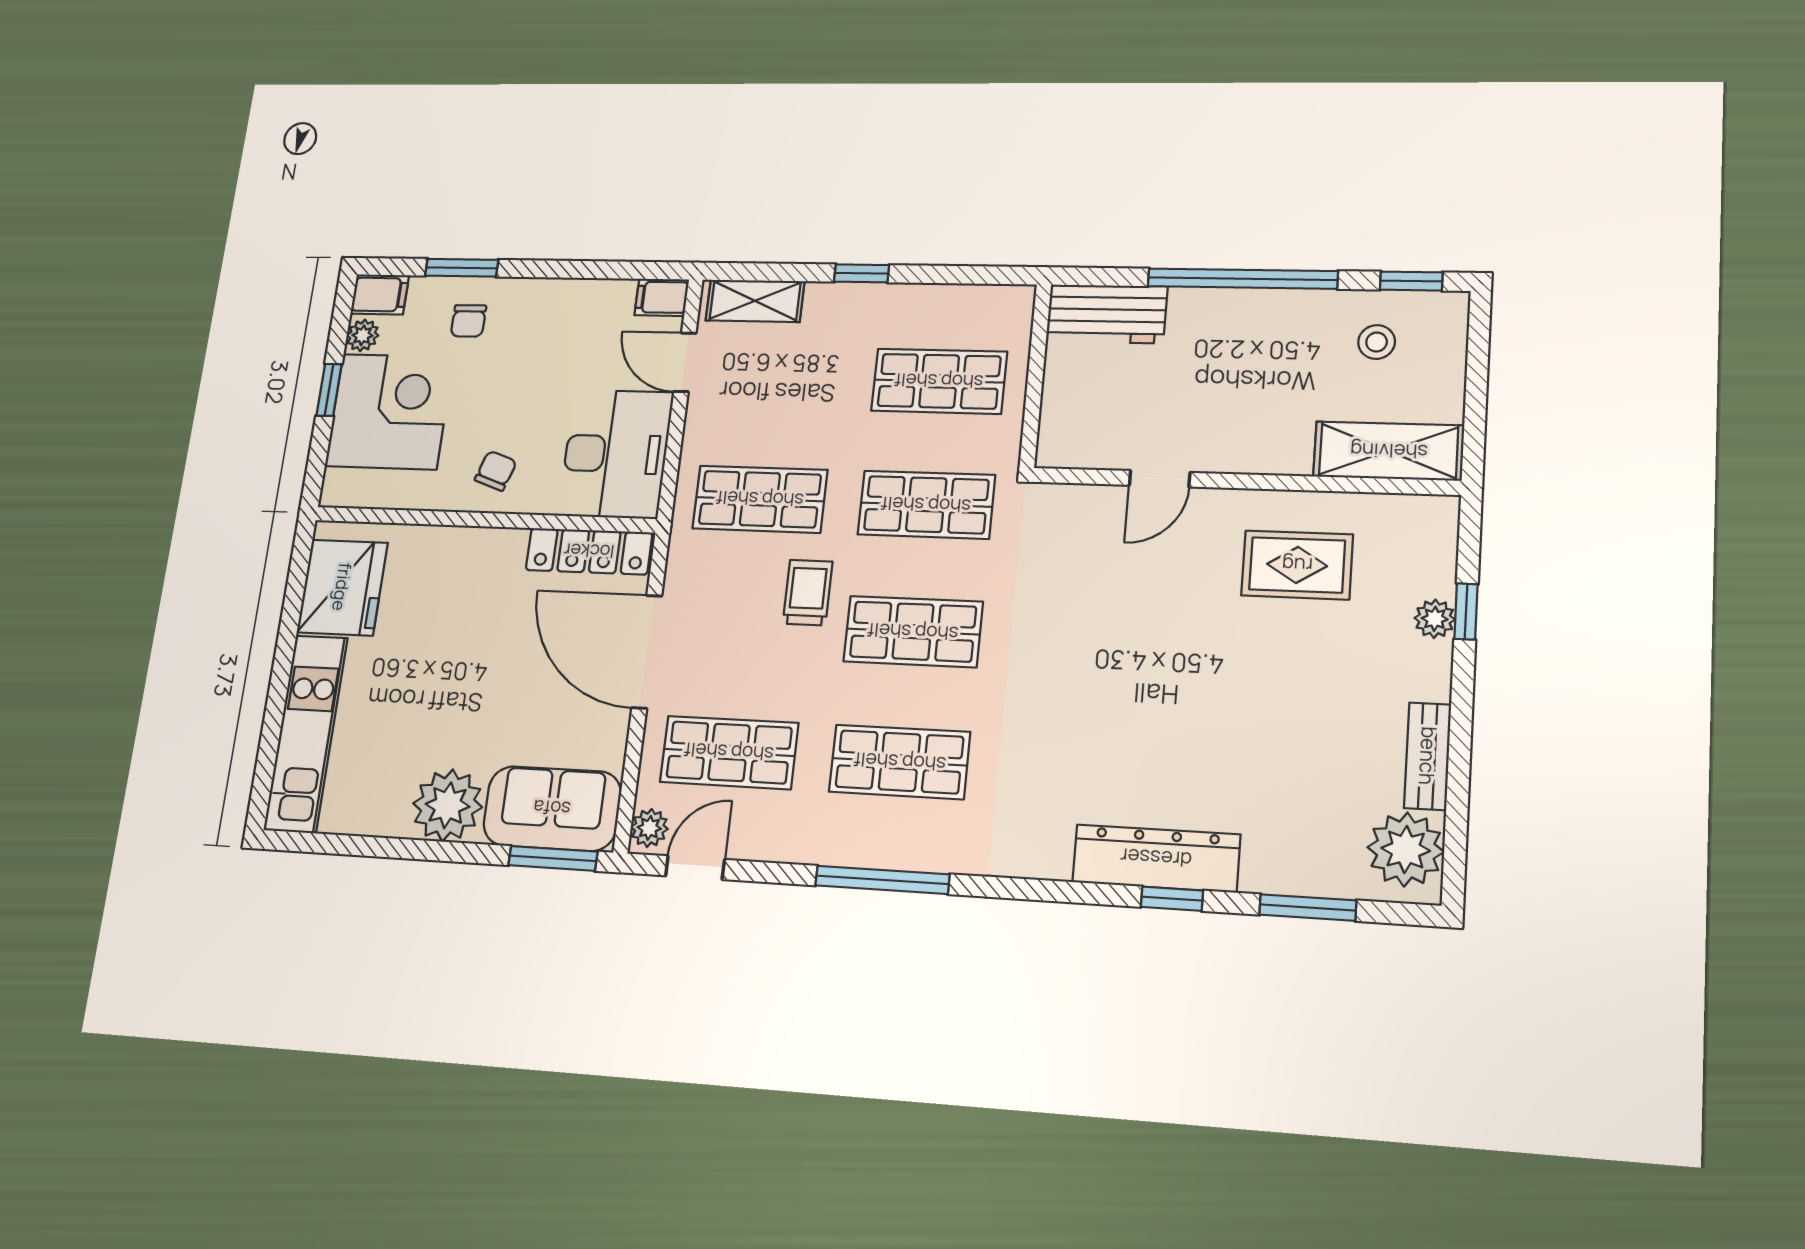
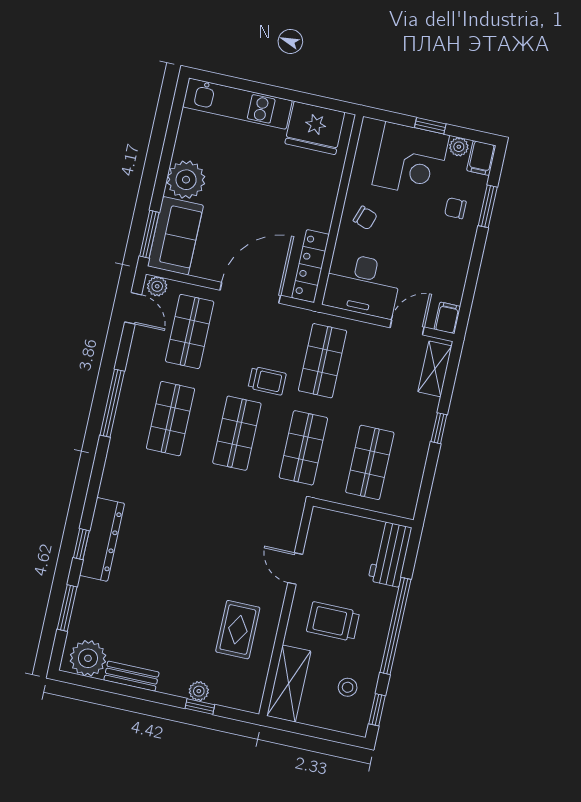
trolley: (1252, 392) -> (333, 622), added

